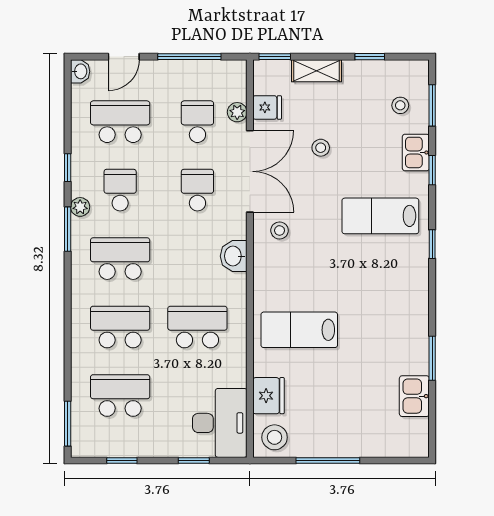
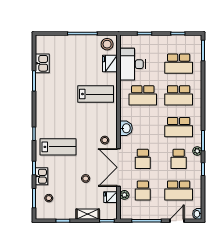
desk: (220, 423) -> (132, 64), moved

